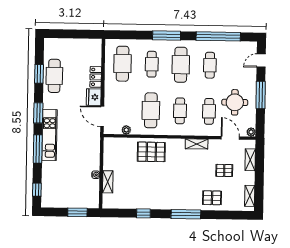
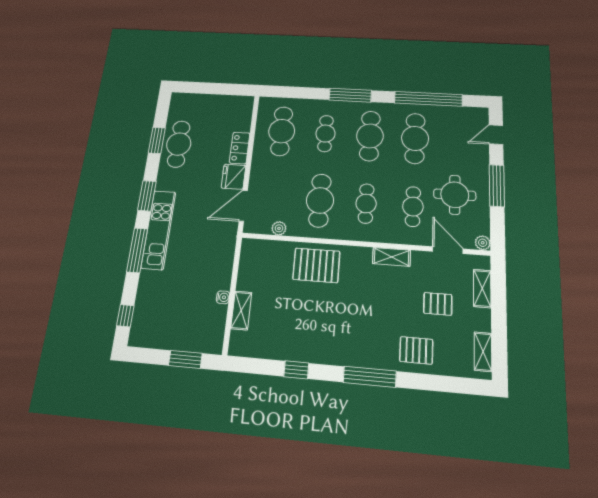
cafe table: (210, 65) -> (415, 138), width x1.37, depth x1.35
door: (102, 116) -> (243, 206), hinge flipped

